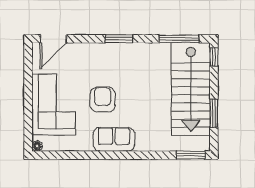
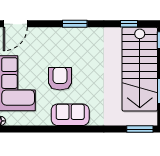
window: (179, 39) -> (129, 24), width x0.46

